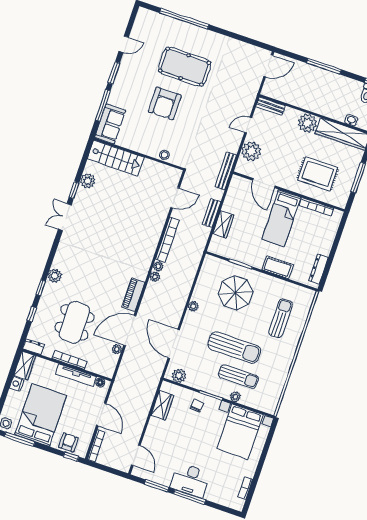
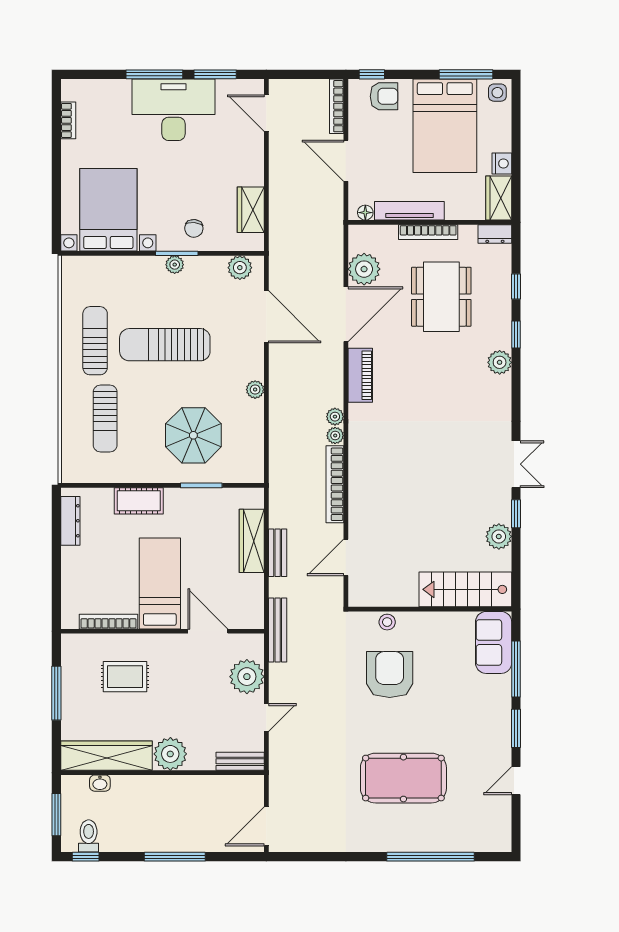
armchair: (165, 103) -> (390, 675), moved
rug: (318, 174) -> (125, 677), width x0.73, depth x0.70
wardrobe: (223, 224) -> (252, 541), width x1.50
plant: (117, 349) -> (364, 269), width x1.87, depth x1.87
sun lounger: (238, 377) -> (95, 341), moved, turned 90
plant: (235, 397) -> (175, 265), moved
armchair: (68, 442) -> (384, 96), turned -90
desk: (191, 480) -> (174, 110), width x1.36, depth x1.30

